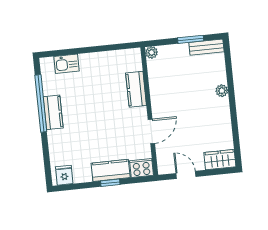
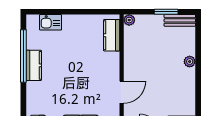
kitchen counter: (136, 89) -> (112, 35), moved

